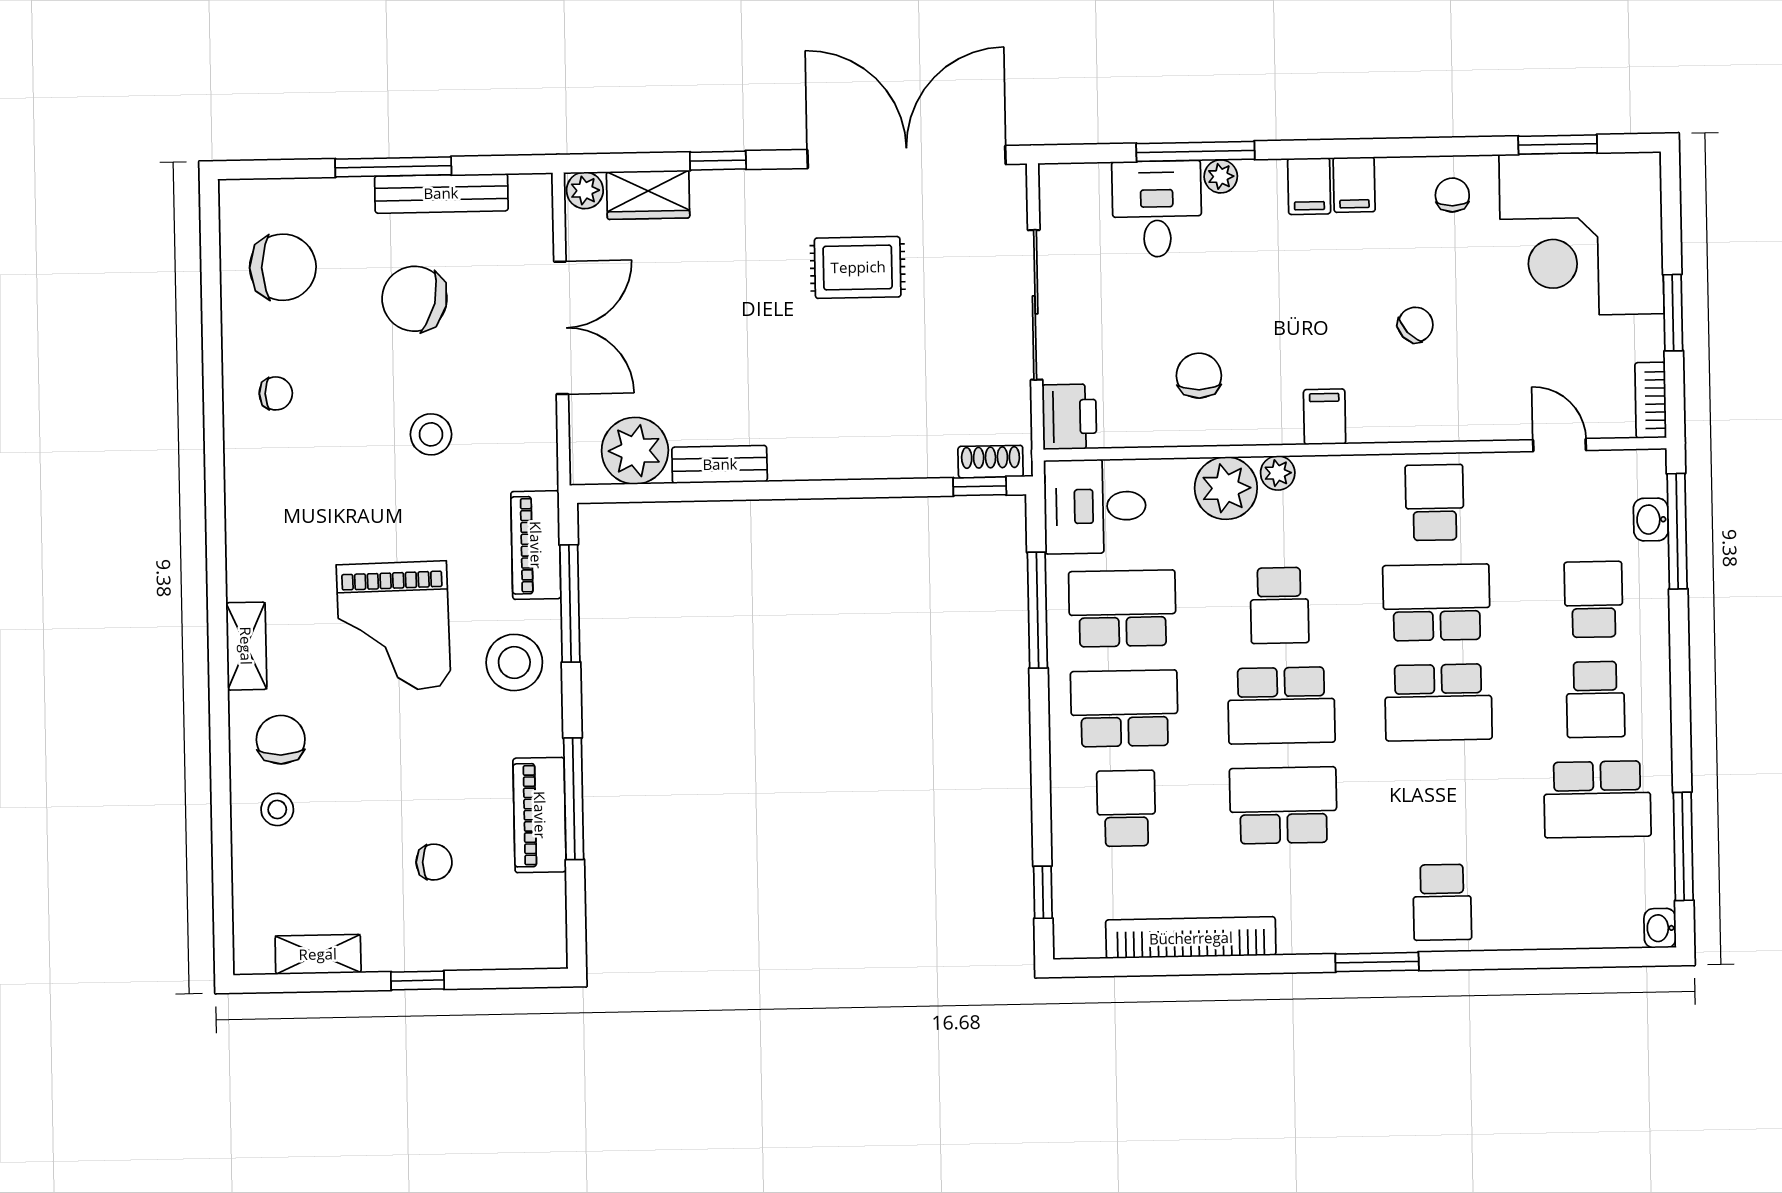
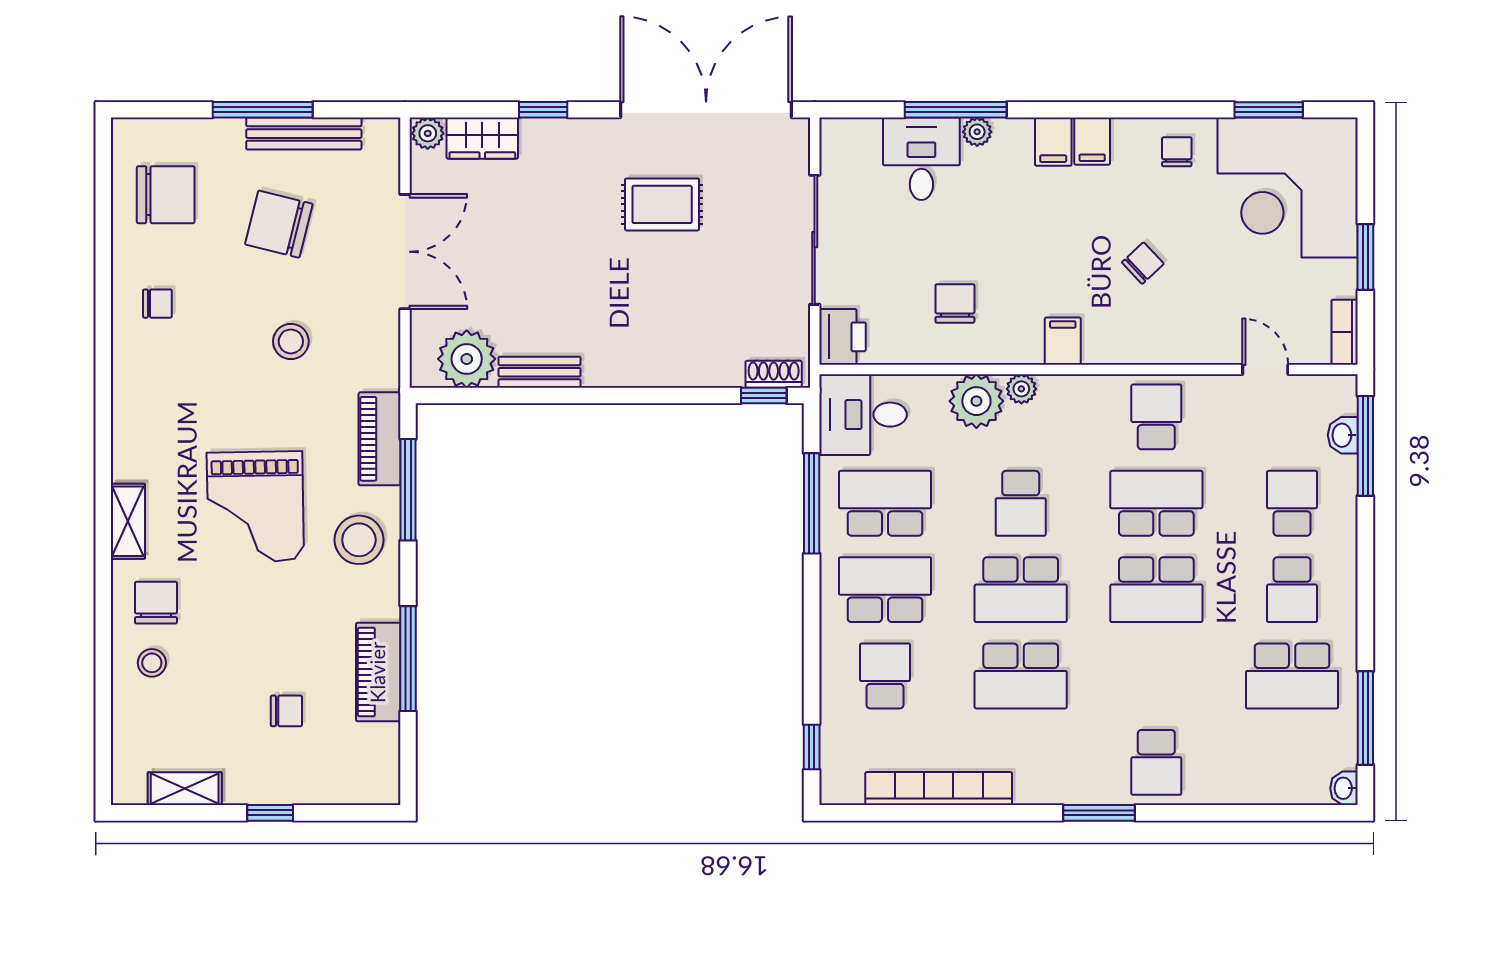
school desk: (1283, 805) -> (1021, 676), turned 180

